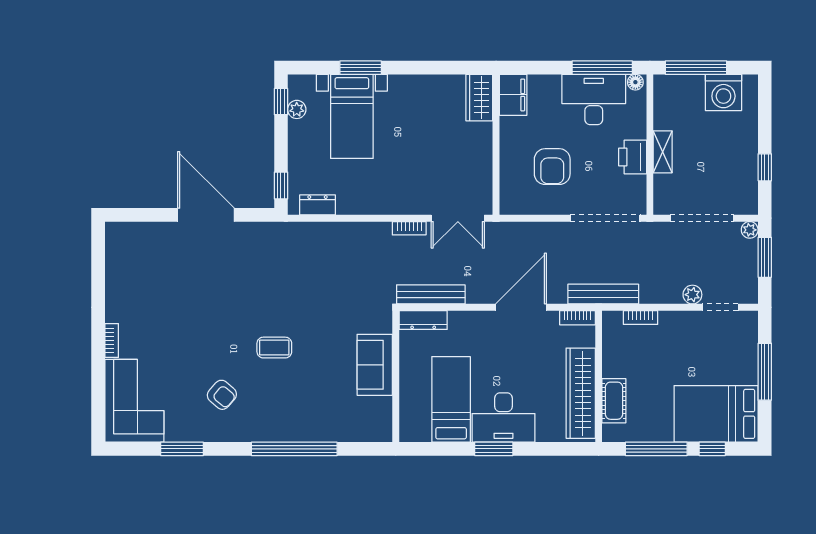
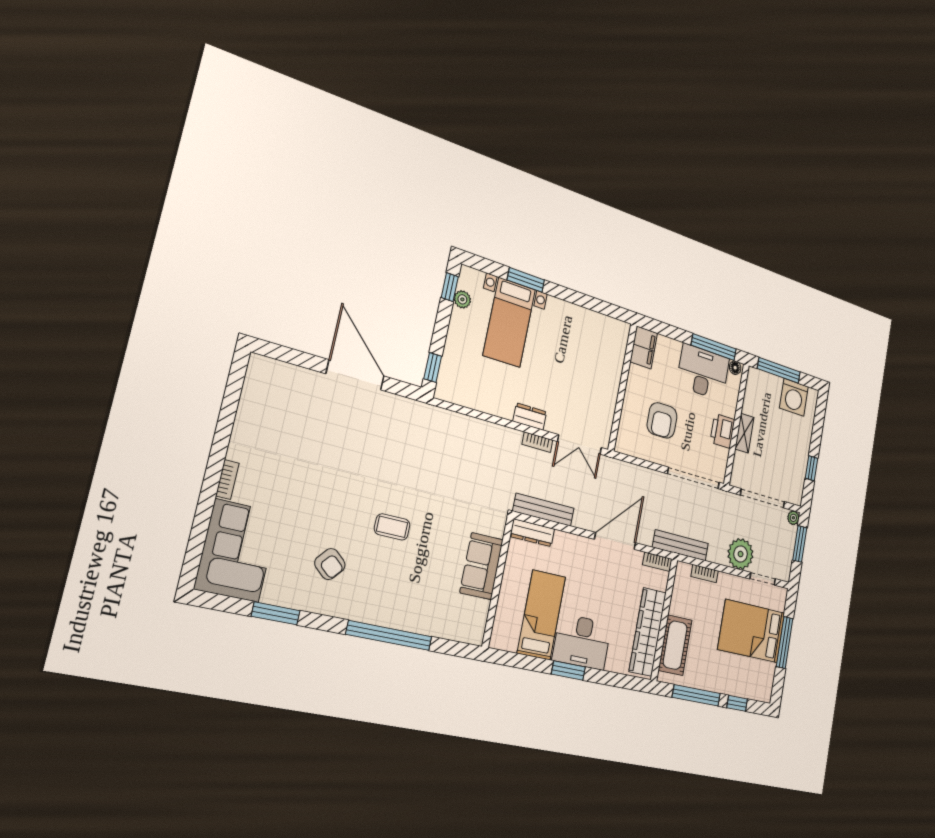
wardrobe: (479, 98) -> (617, 341), removed
dresser: (317, 205) -> (530, 417), moved
plant: (692, 295) -> (741, 554), width x1.87, depth x1.87
cot: (614, 401) -> (675, 645), width x1.37, depth x1.34
bed: (716, 414) -> (751, 631), moved

